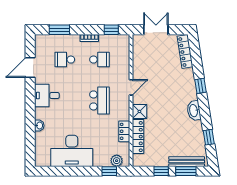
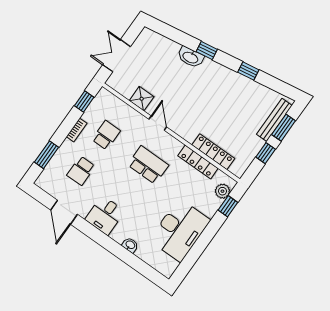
locker: (185, 52) -> (160, 42), removed
shower: (139, 111) -> (142, 99), moved
washbasin: (194, 111) -> (191, 57), moved
locker: (124, 131) -> (198, 162), width x1.53
window: (209, 137) -> (248, 71), moved

